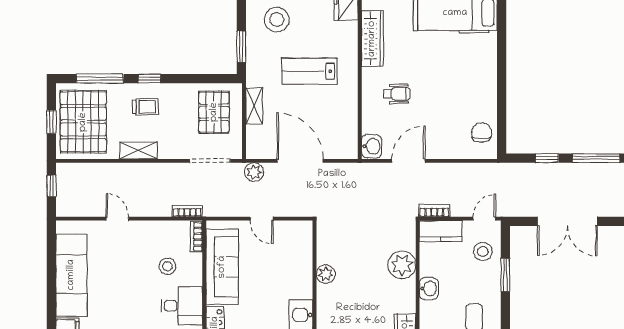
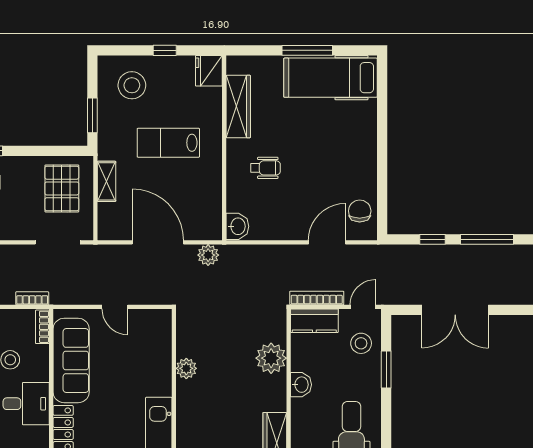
door: (408, 161) -> (327, 242), moved
plant: (254, 172) -> (208, 255), moved
bookcase: (434, 211) -> (317, 298), width x1.56

